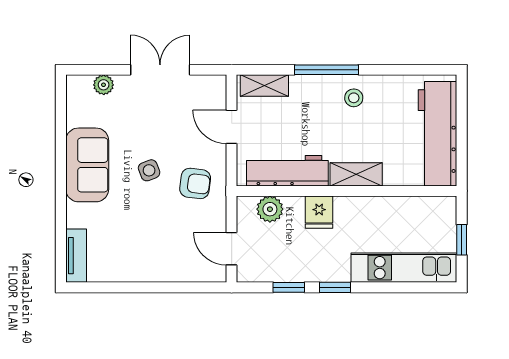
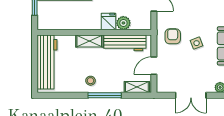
door: (232, 127) -> (154, 66), swing flipped
armchair: (195, 183) -> (173, 36), turned 83
plant: (270, 209) -> (123, 23), moved

